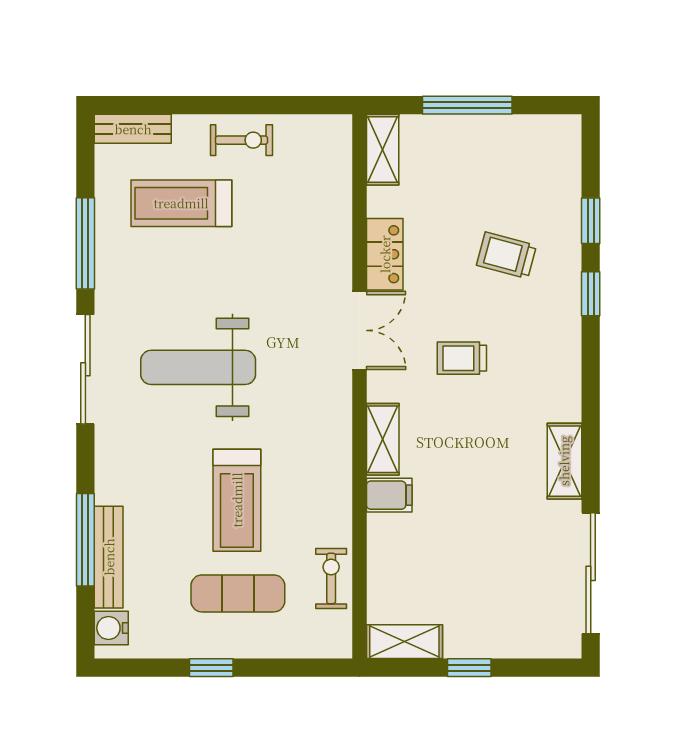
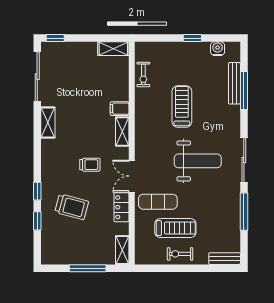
treadmill: (181, 203) -> (175, 228), moved
trolley: (506, 255) -> (72, 207), width x1.36, depth x1.39
exercise mat: (238, 593) -> (158, 202), moved
water cooler: (111, 628) -> (218, 49), moved, turned -90
window: (469, 668) -> (55, 38), moved

